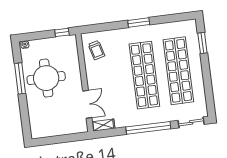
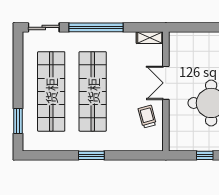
window: (62, 32) -> (205, 155), moved
trolley: (96, 50) -> (147, 117), moved
double door: (87, 104) -> (166, 83), moved

